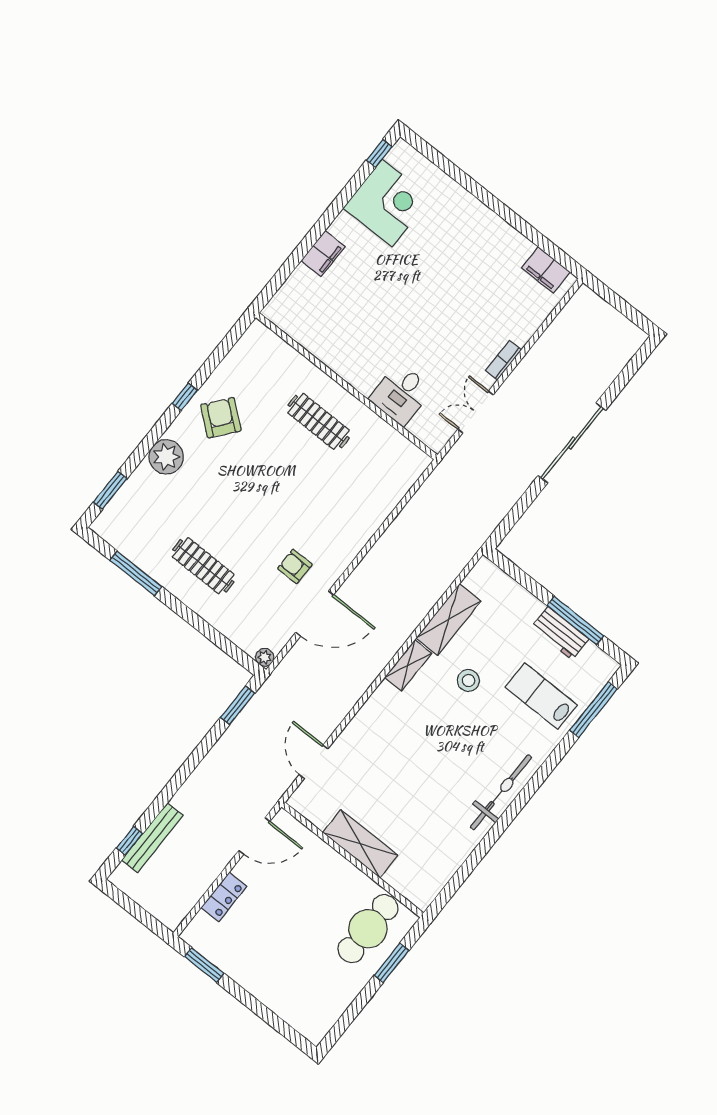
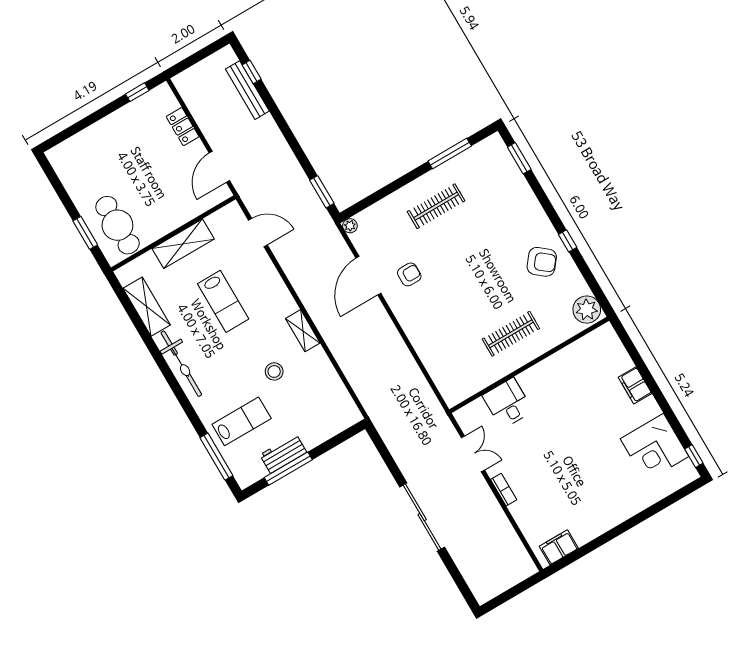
plant: (166, 457) -> (587, 310), moved
shelving: (448, 620) -> (147, 307), moved
lab bench: (410, 771) -> (223, 301), added
window: (204, 965) -> (137, 92), width x0.67

